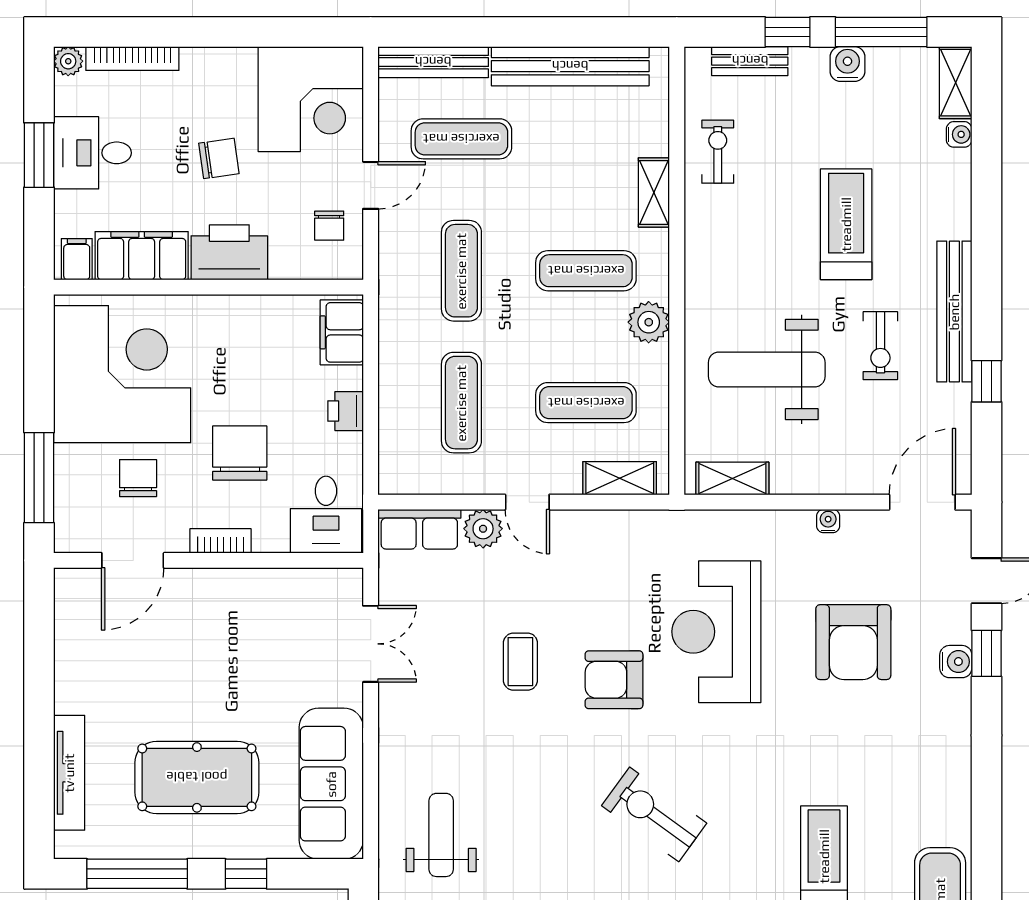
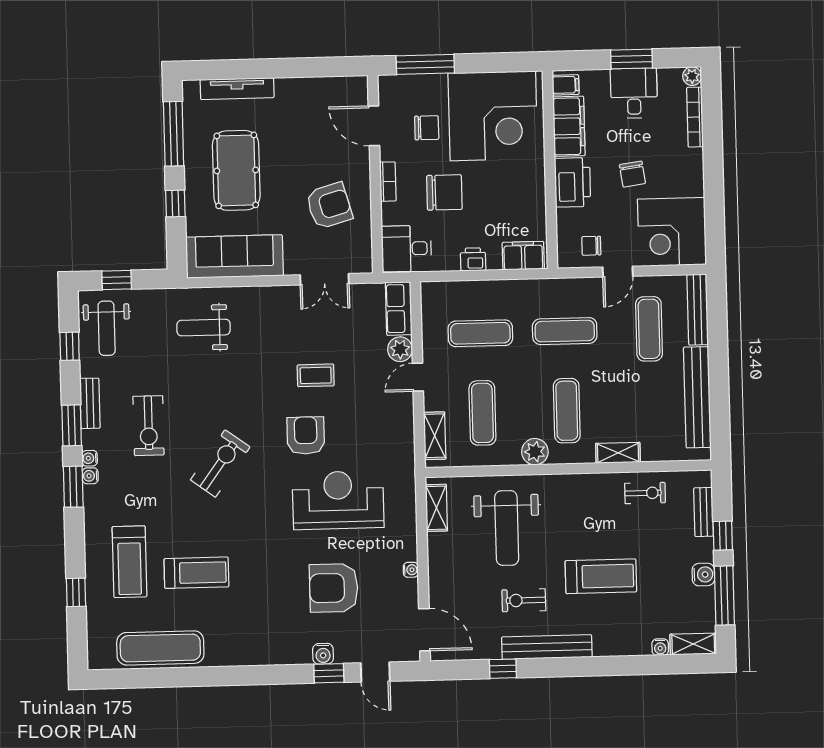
door: (371, 185) -> (618, 272), hinge flipped
weight bench: (767, 369) -> (507, 528), turned 180
armchair: (256, 634) -> (329, 206), added
weight bench: (441, 835) -> (204, 328), turned 180

